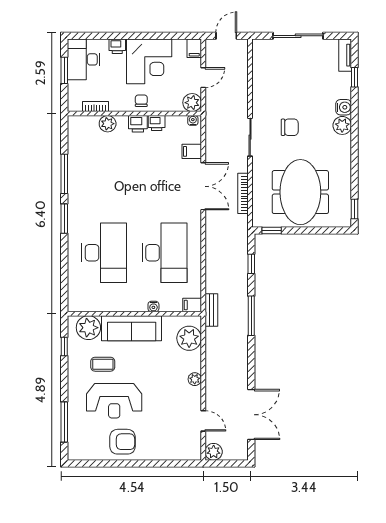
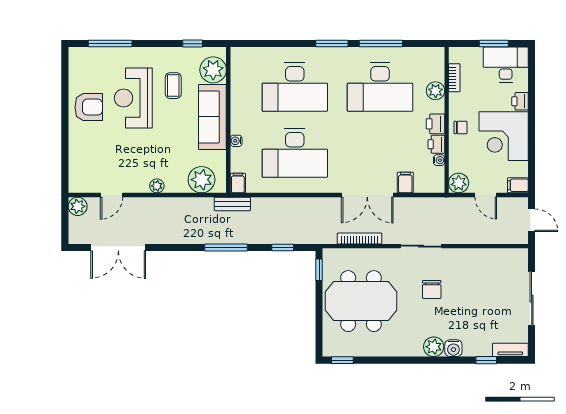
water cooler: (193, 120) -> (439, 160), moved
desk: (104, 175) -> (380, 87), added
armchair: (122, 442) -> (89, 107), turned -90

